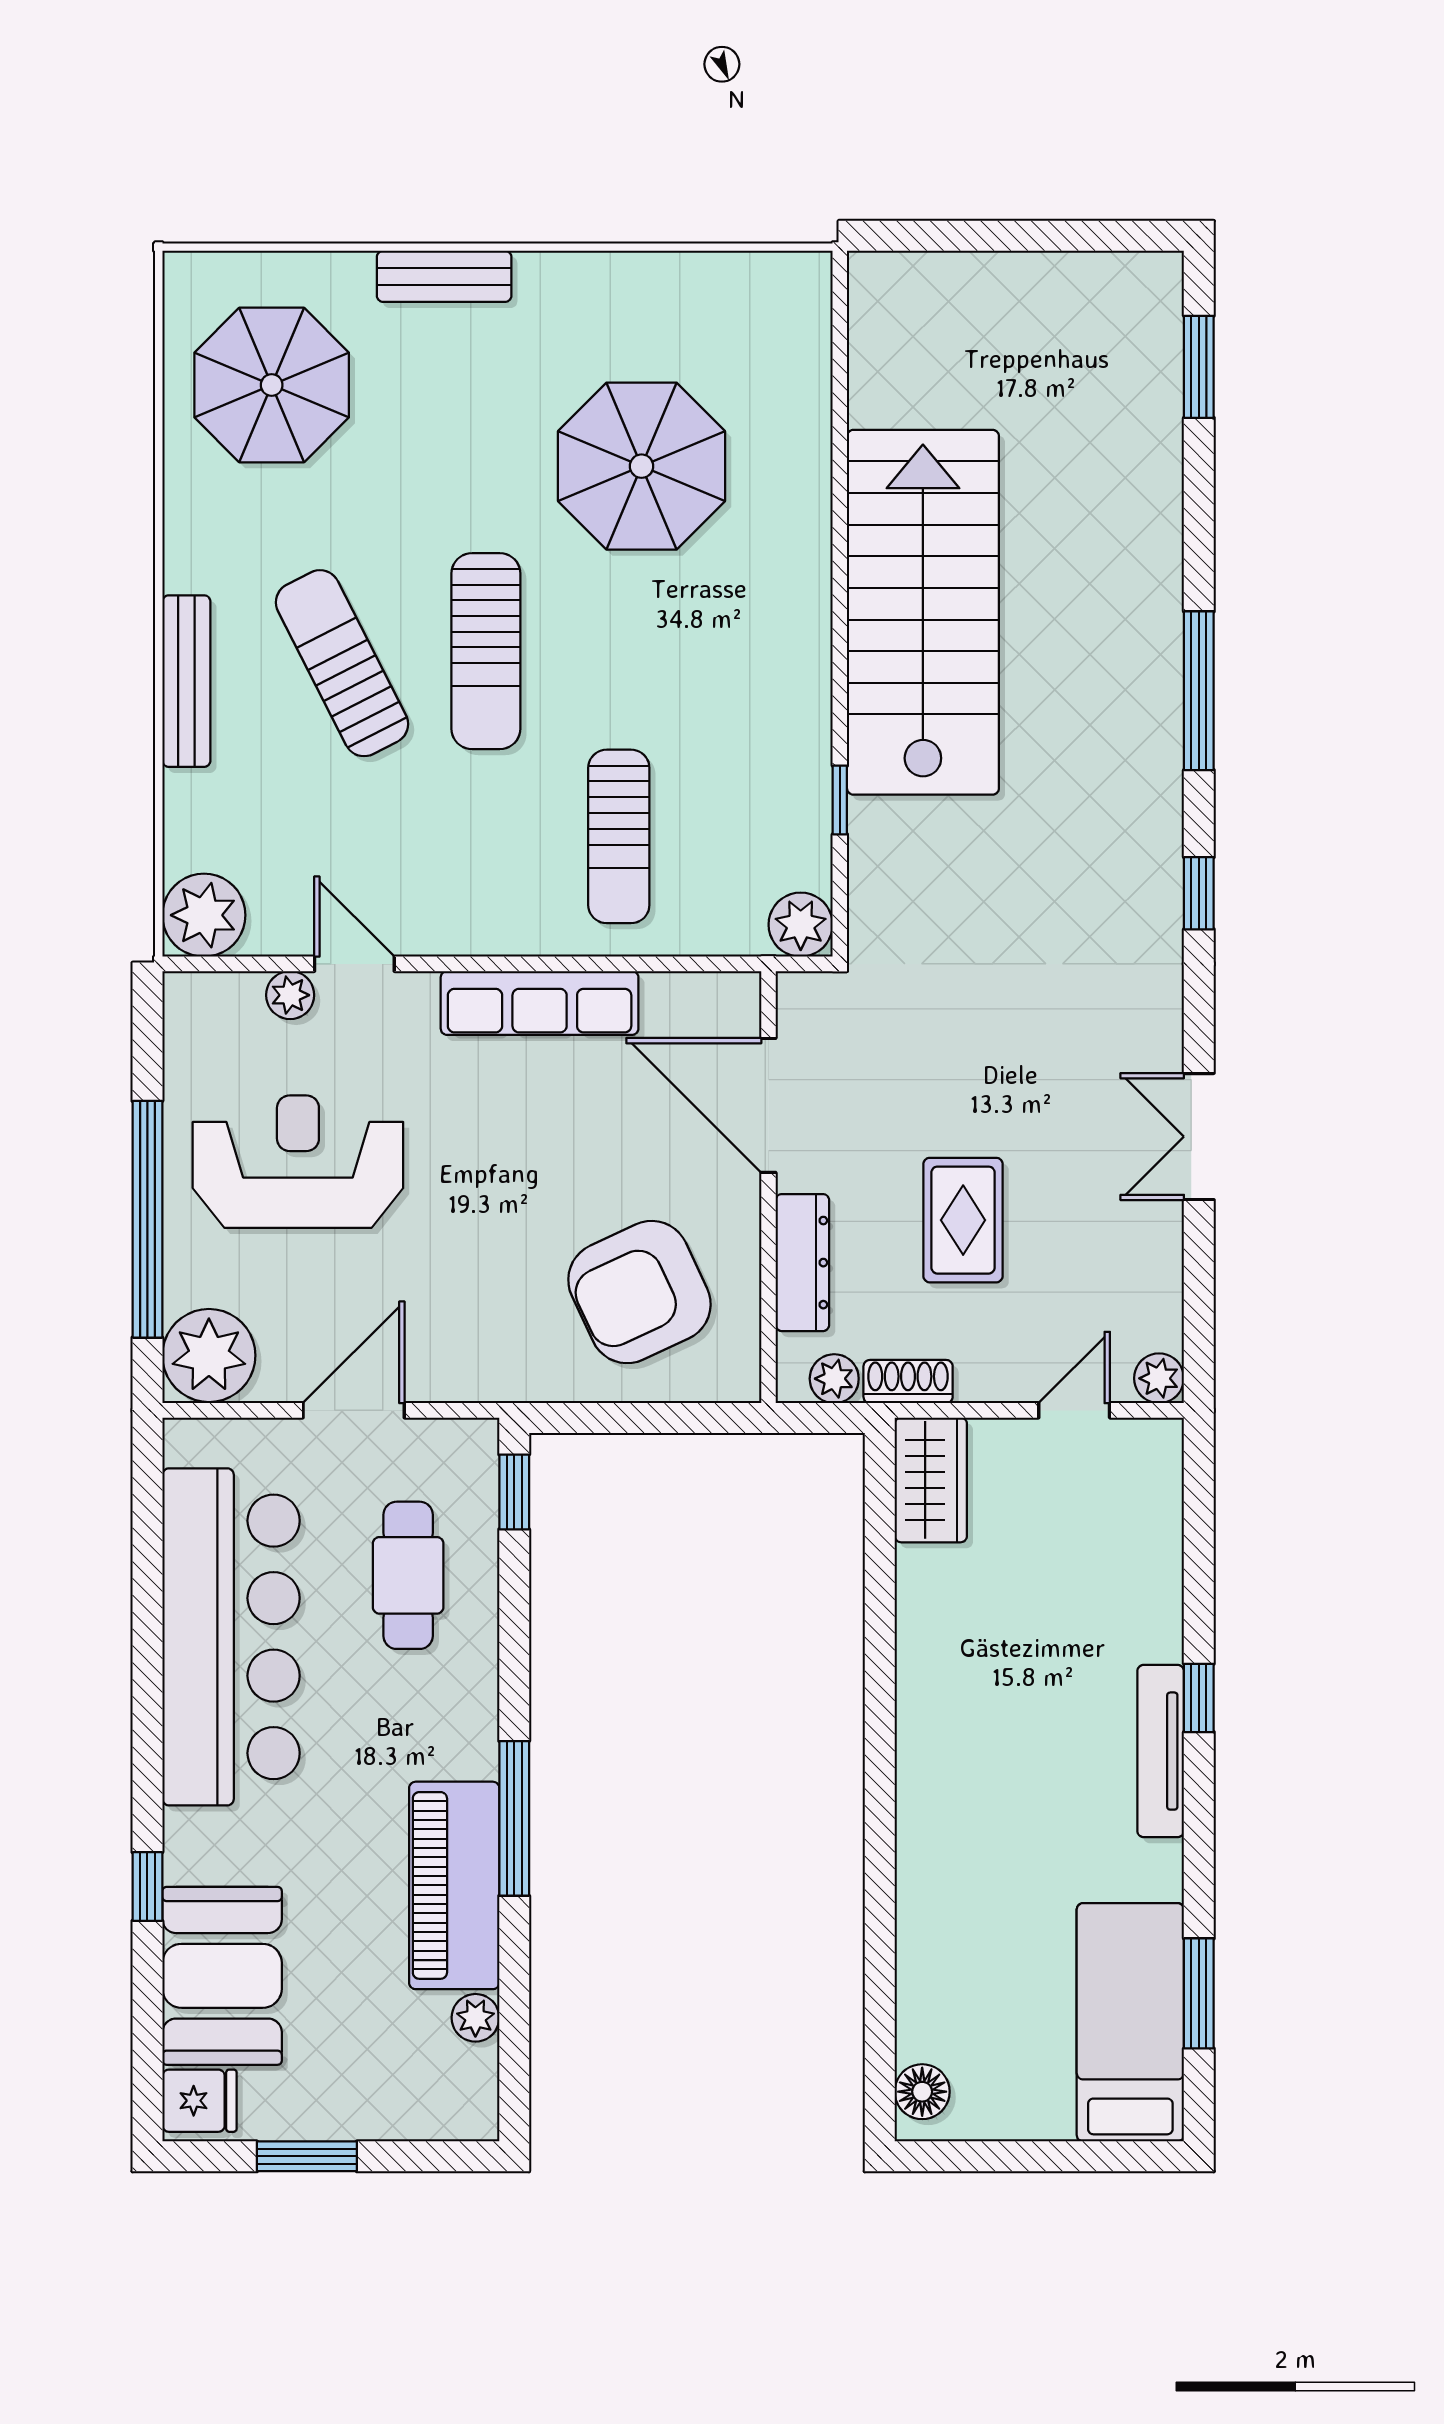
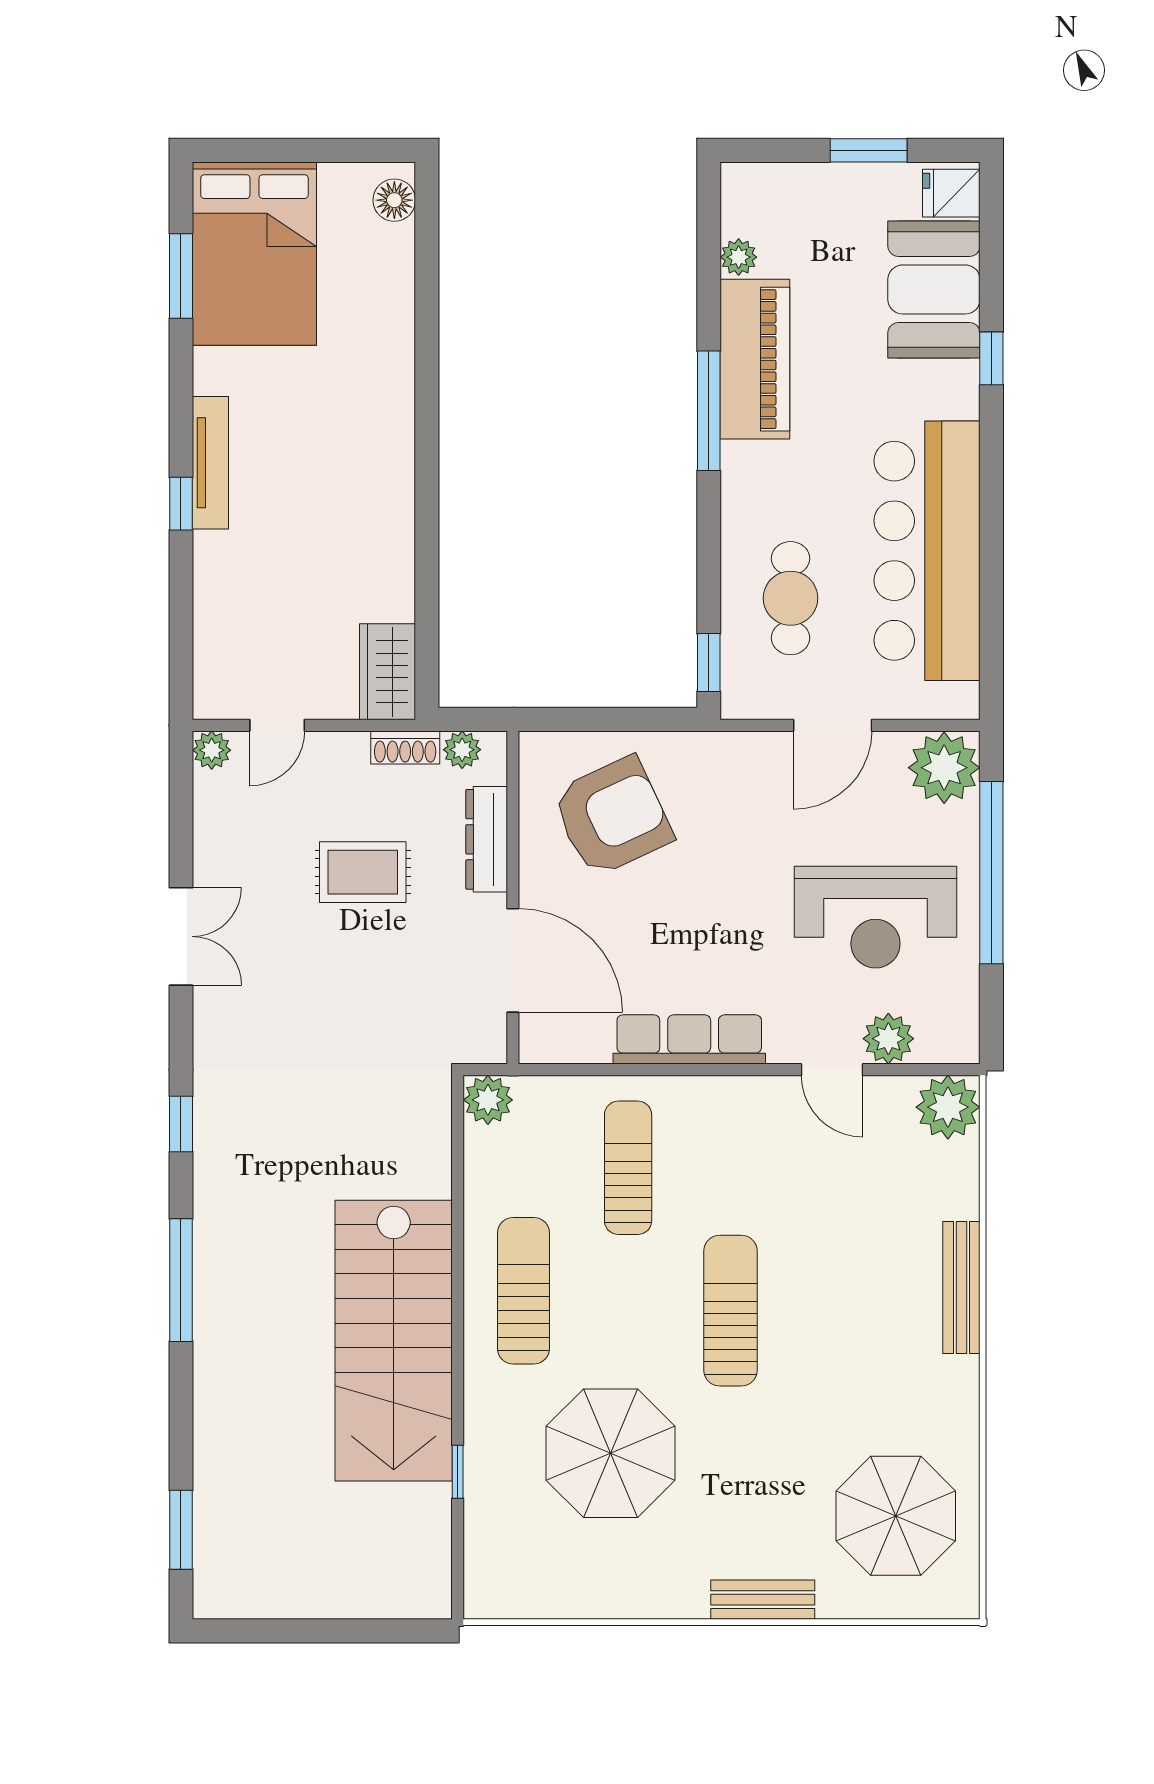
sun lounger: (342, 663) -> (523, 1291), moved, turned -153
window: (840, 800) -> (458, 1472), moved
plant: (290, 995) -> (888, 1039), width x1.38, depth x1.38
rug: (963, 1220) -> (363, 872), turned 90
bed: (1130, 2022) -> (254, 254), width x1.50

